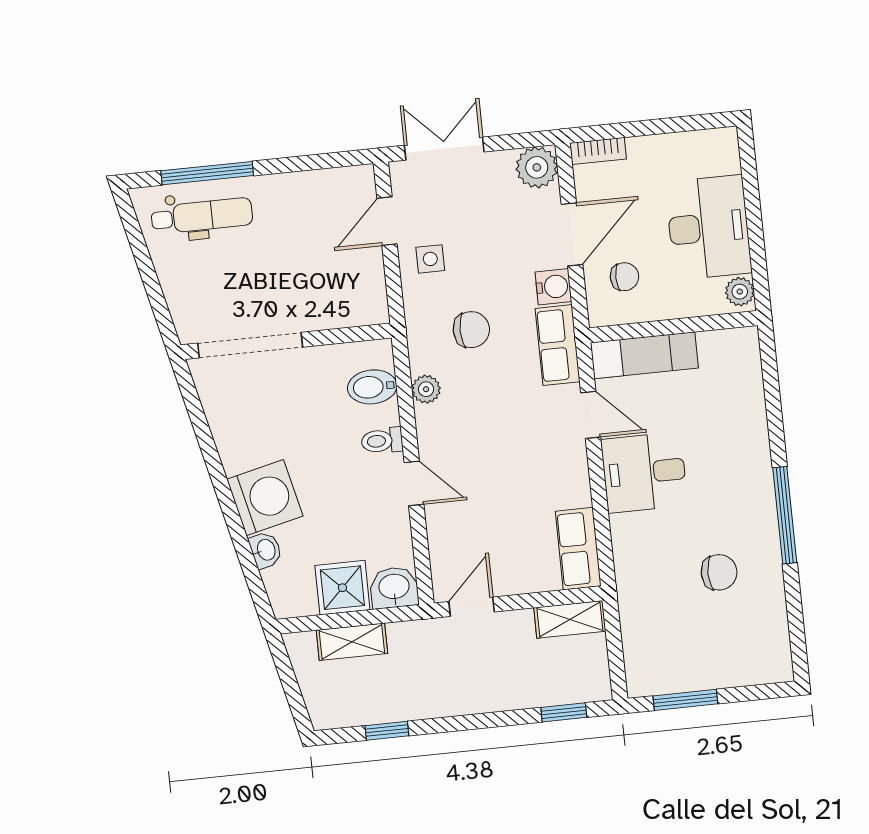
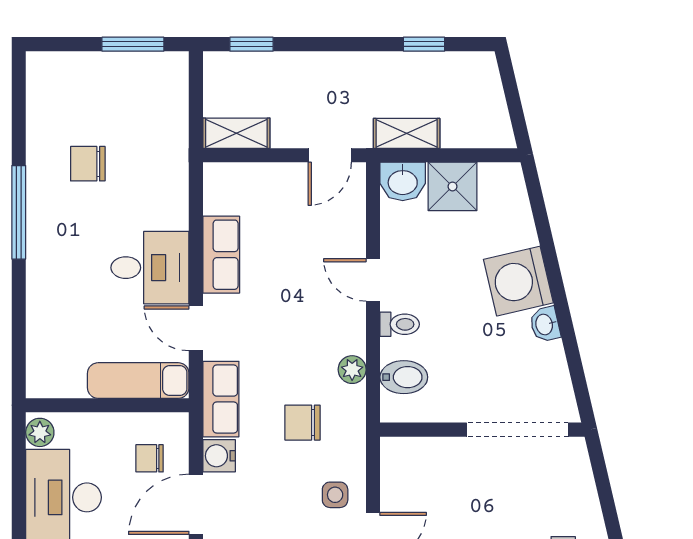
row of seats: (578, 549) -> (221, 255), moved
washbasin: (266, 550) -> (545, 324), moved
shelving: (352, 642) -> (407, 133), moved

